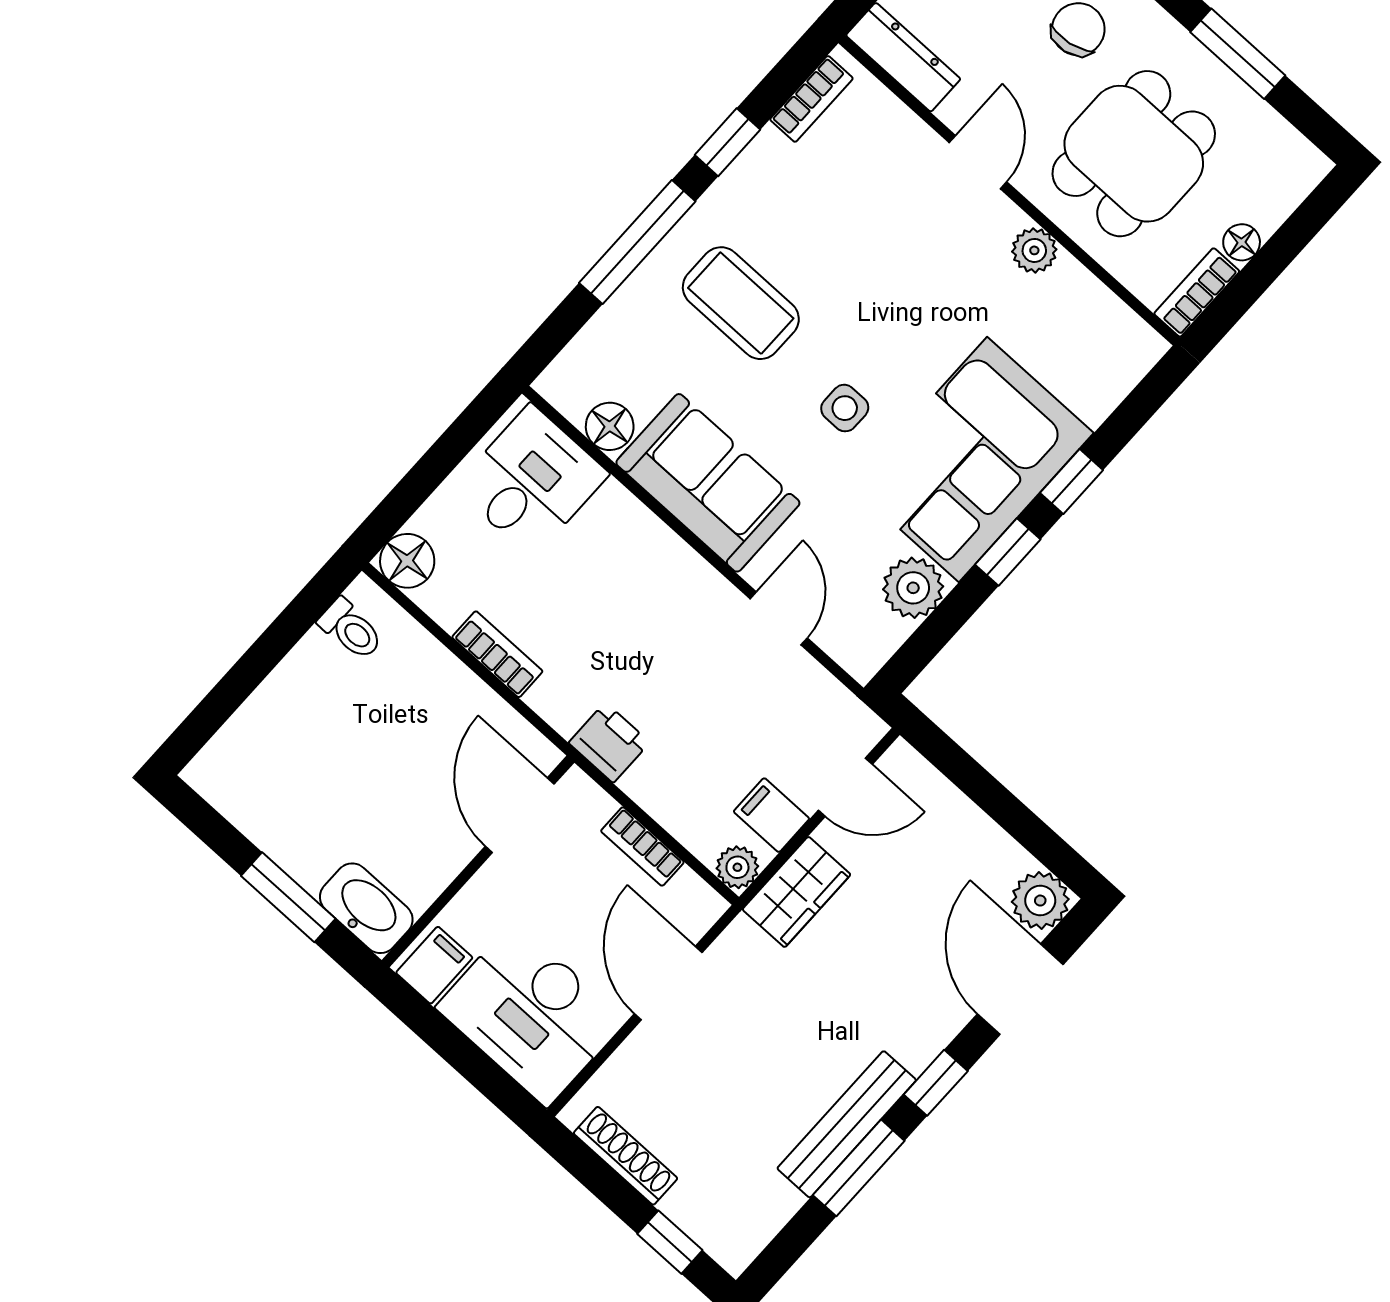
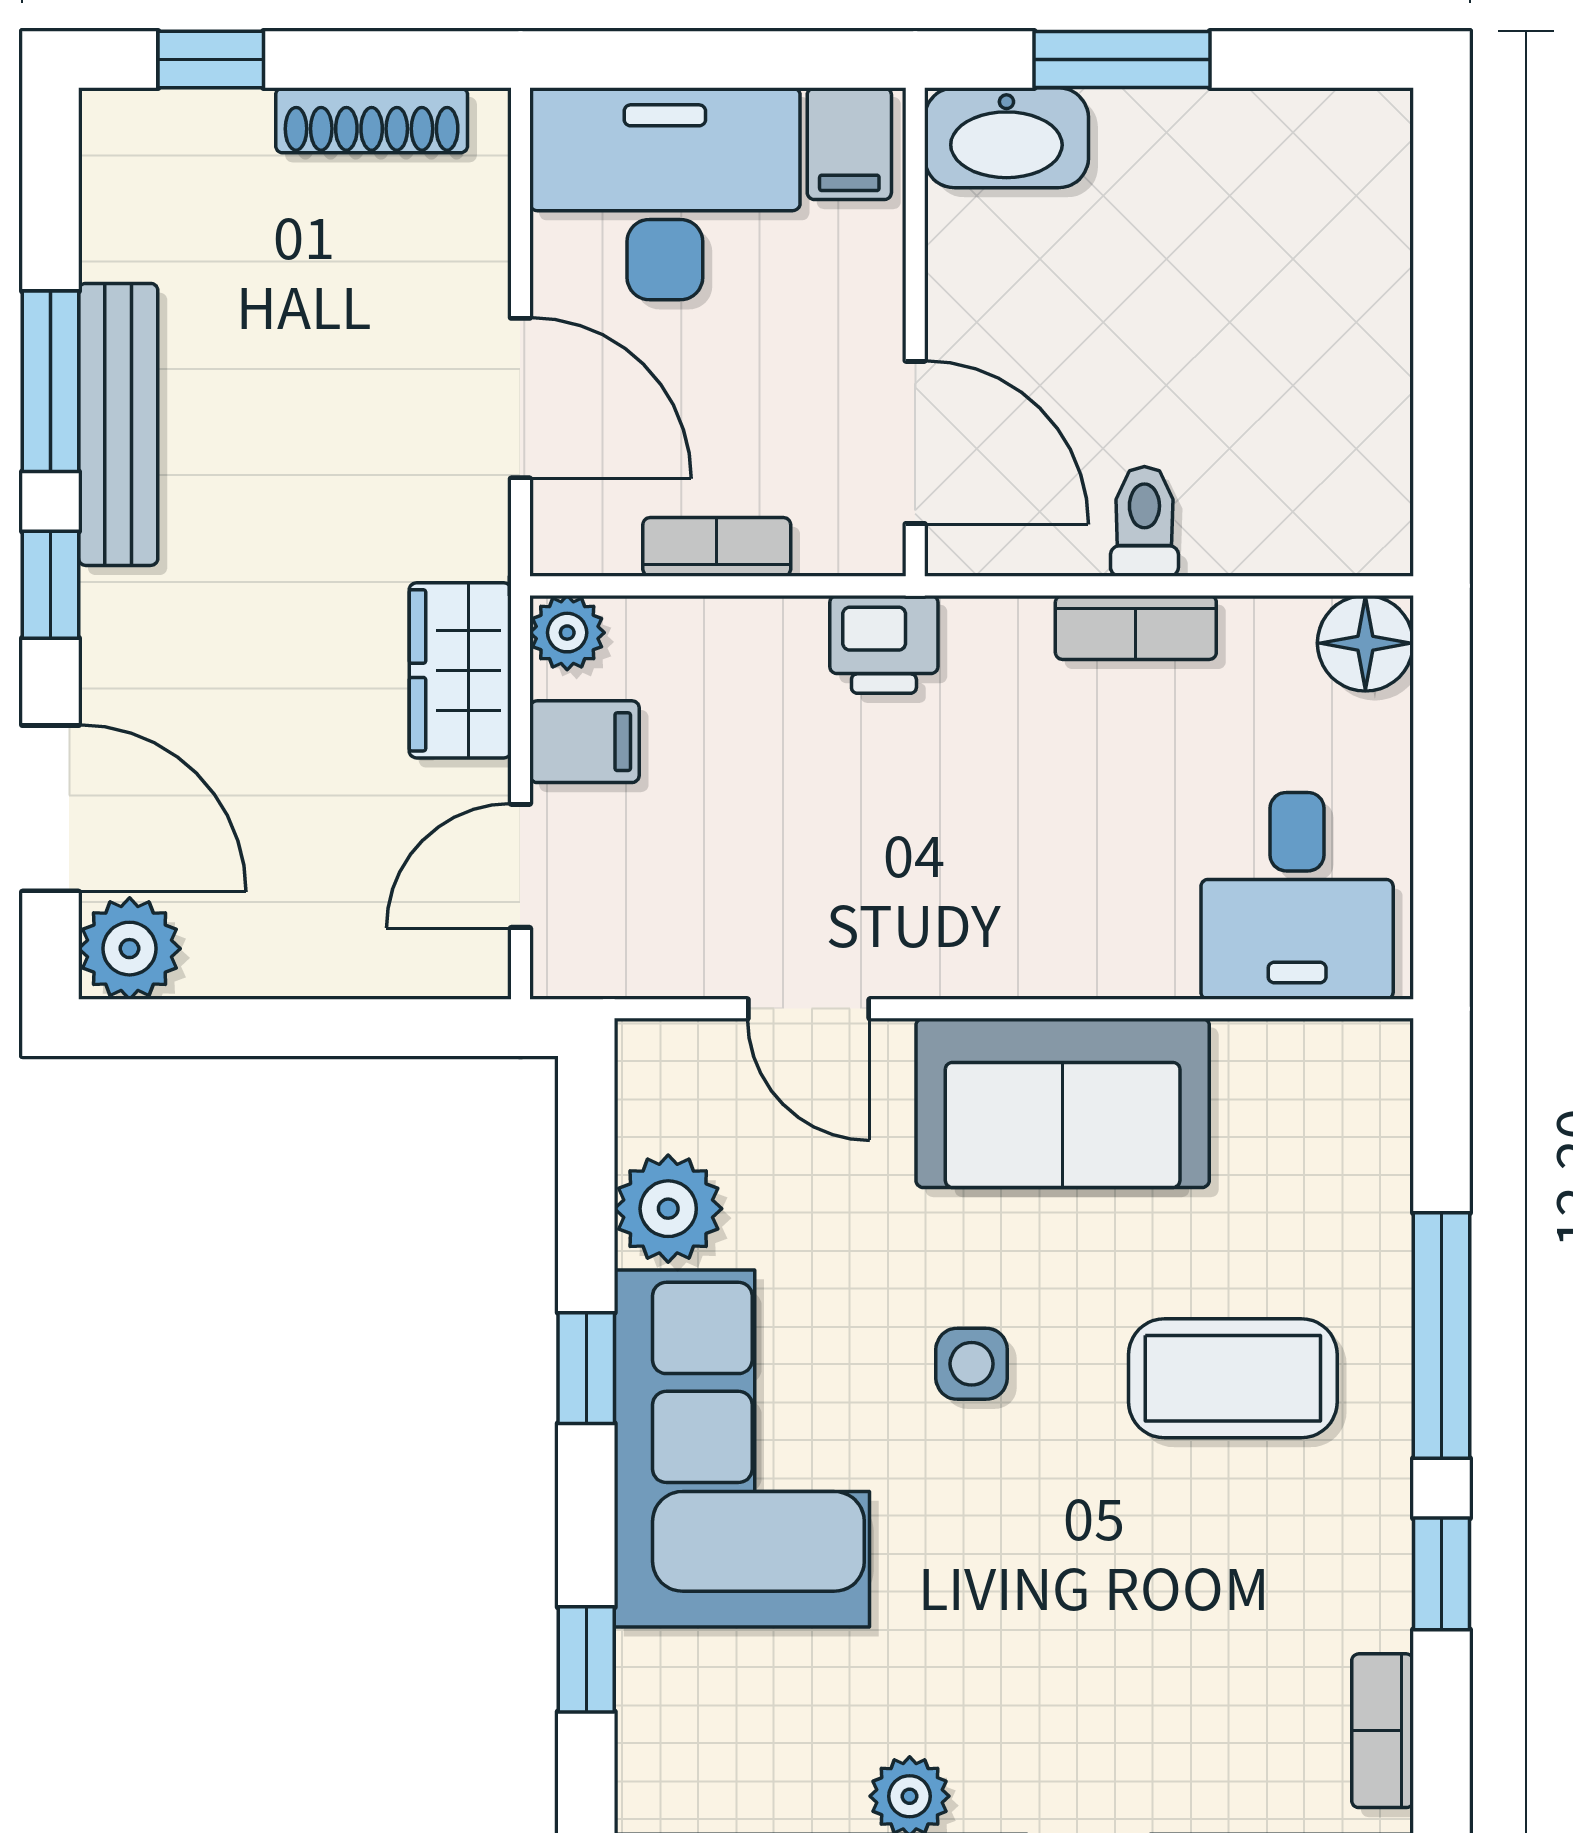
floor lamp: (610, 426) -> (1259, 1060), removed
window: (1071, 481) -> (586, 1659), moved
toilet: (351, 629) -> (1144, 521), moved, turned 90

